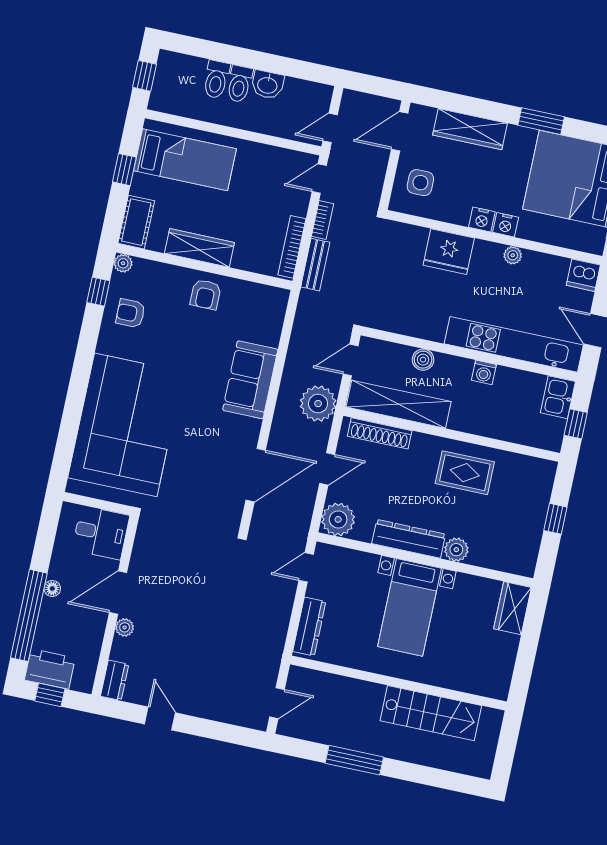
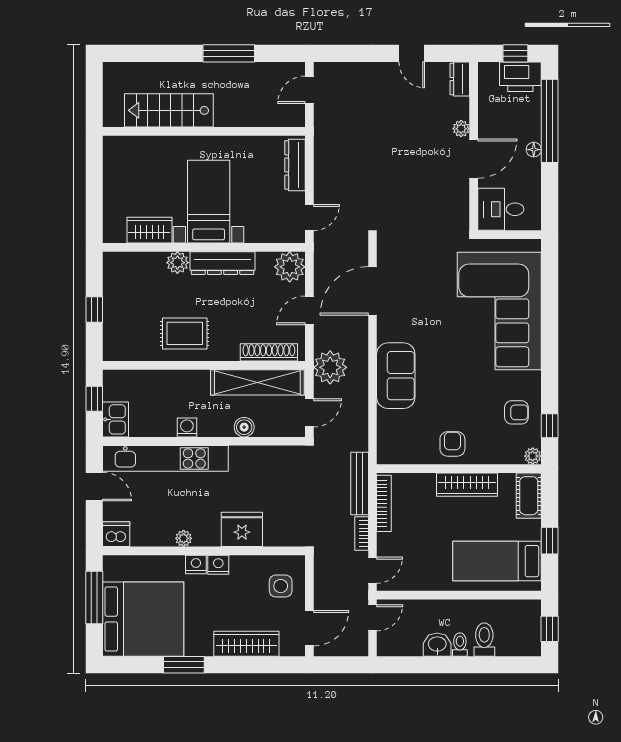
toilet: (239, 84) -> (460, 645), width x0.73, depth x0.72
bench: (315, 265) -> (360, 484), width x1.36
wardrobe: (512, 608) -> (149, 230), moved, turned -90

